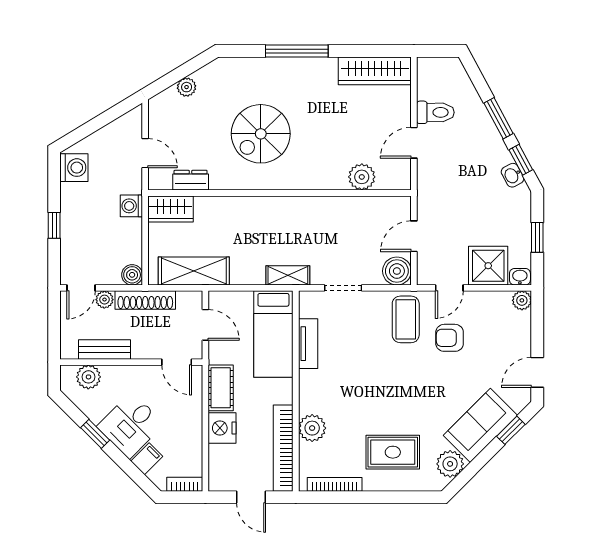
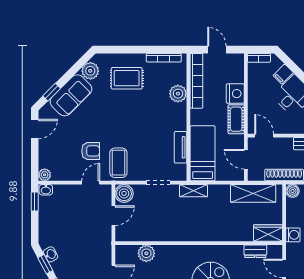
window: (537, 237) -> (35, 201), moved
shower: (488, 266) -> (66, 197), removed

